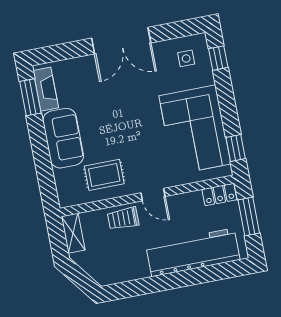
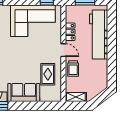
locker: (219, 194) -> (70, 32), moved
door: (153, 195) -> (63, 50), hinge flipped

